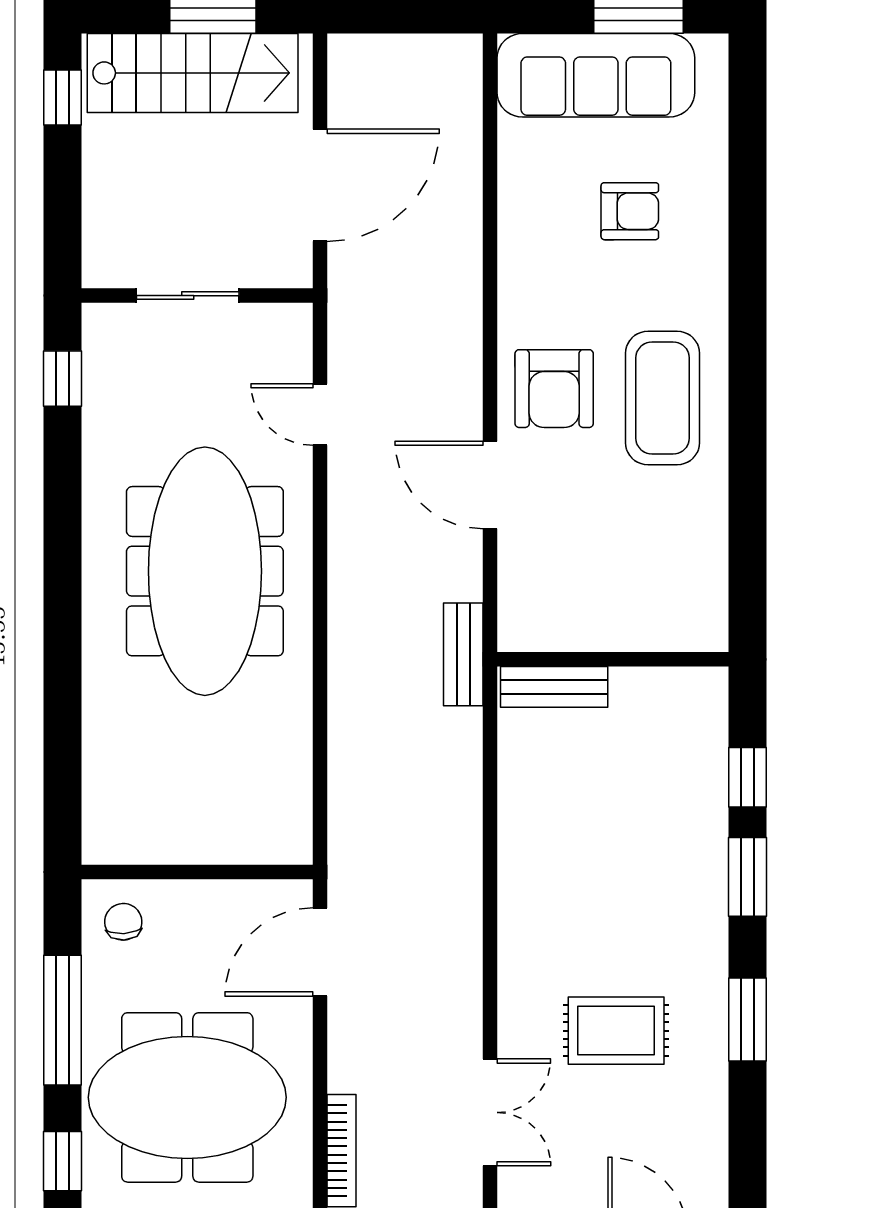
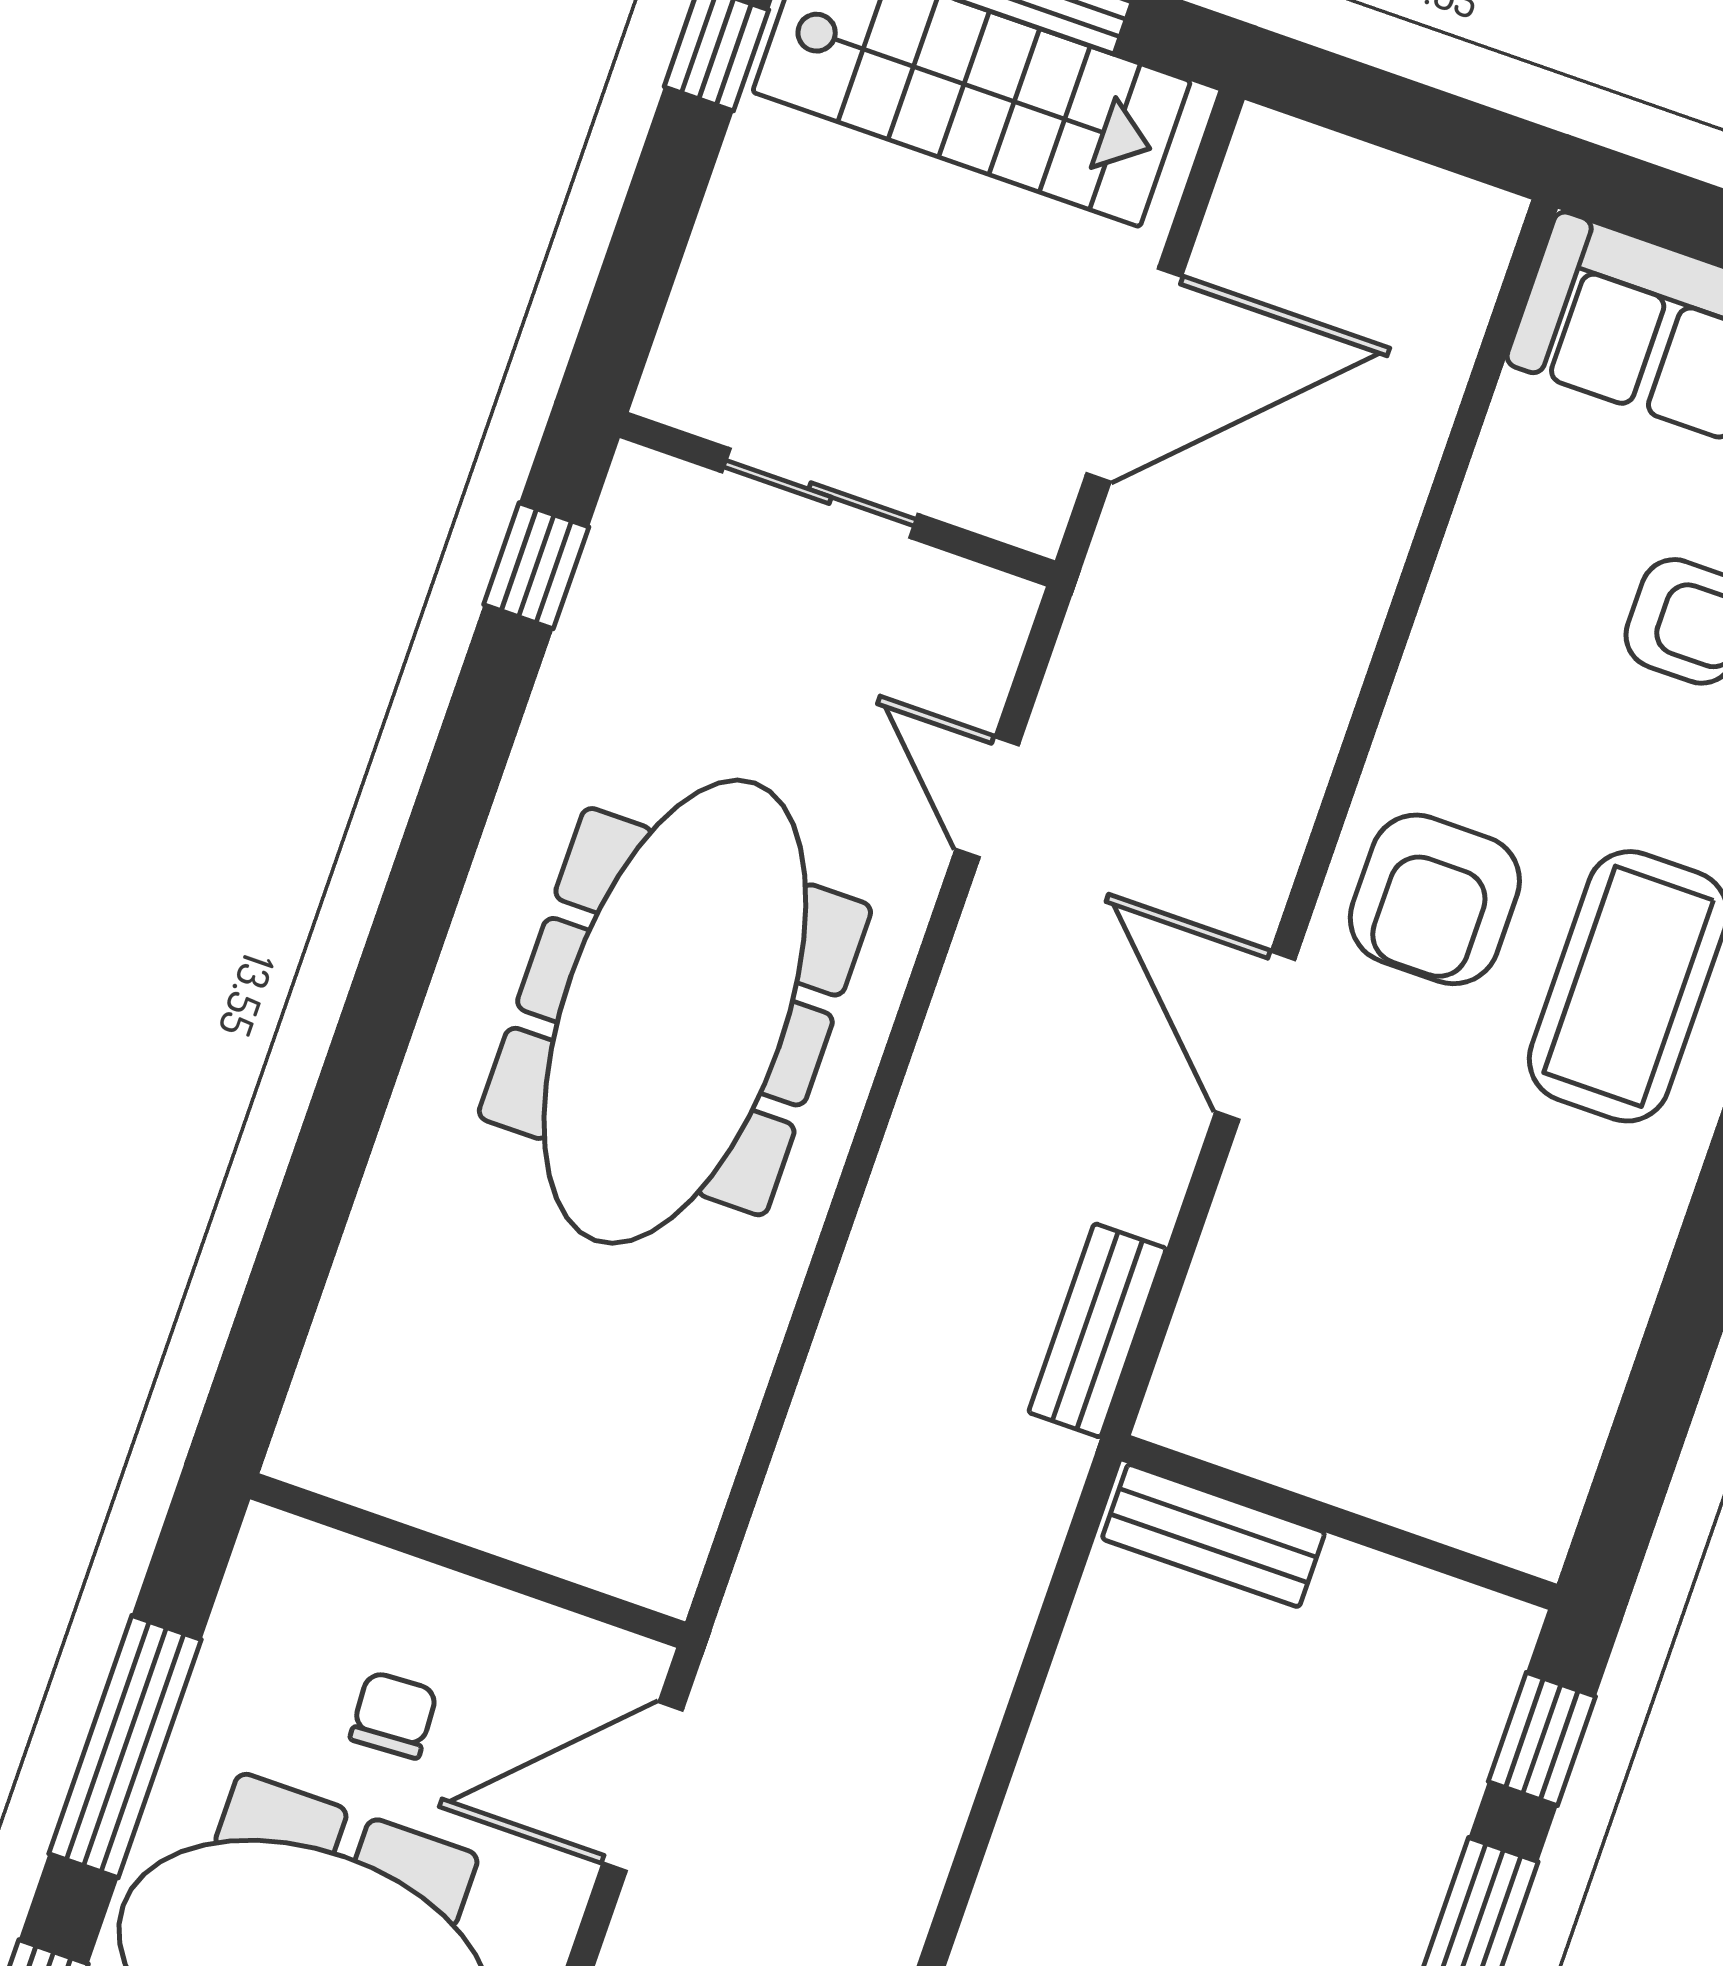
wall: (613, 659) -> (1339, 1523), moved
bench: (554, 687) -> (1213, 1536), moved
chair: (123, 922) -> (394, 1715), moved

